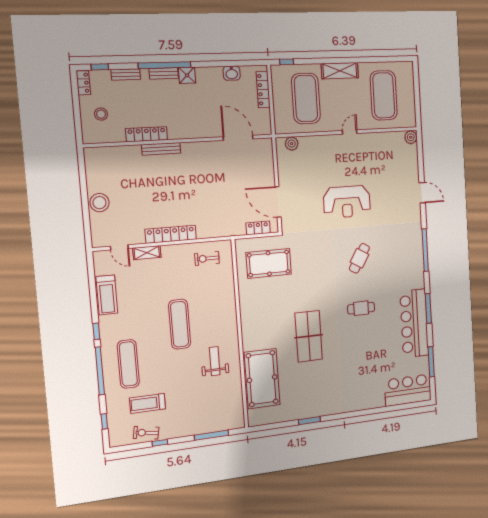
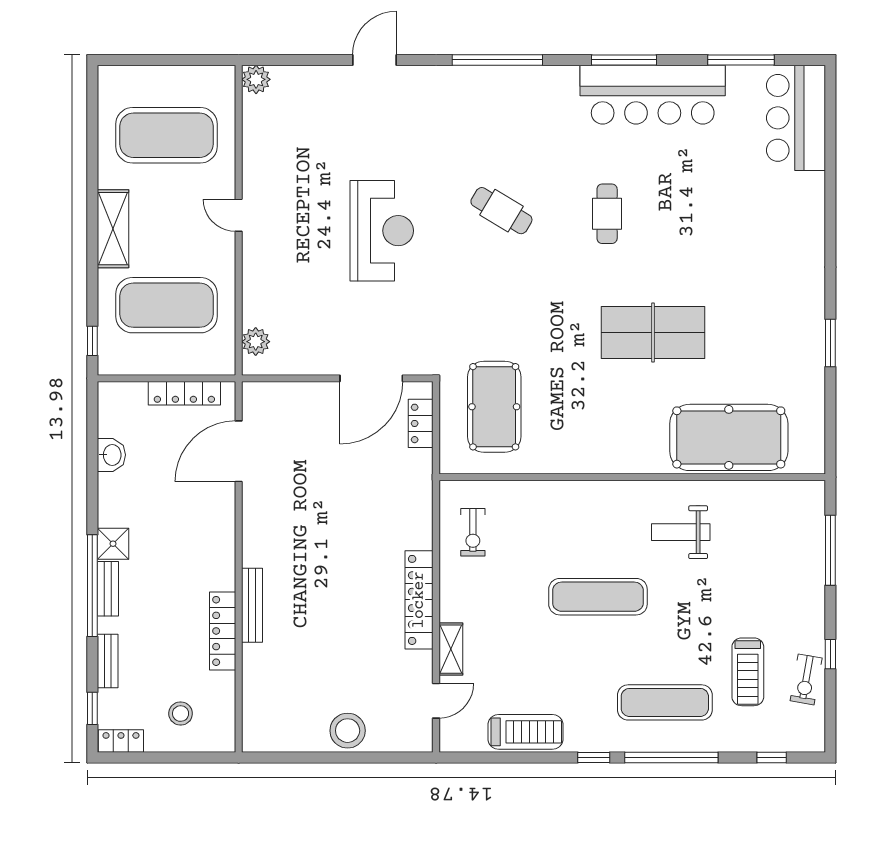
locker: (263, 90) -> (184, 393), moved

